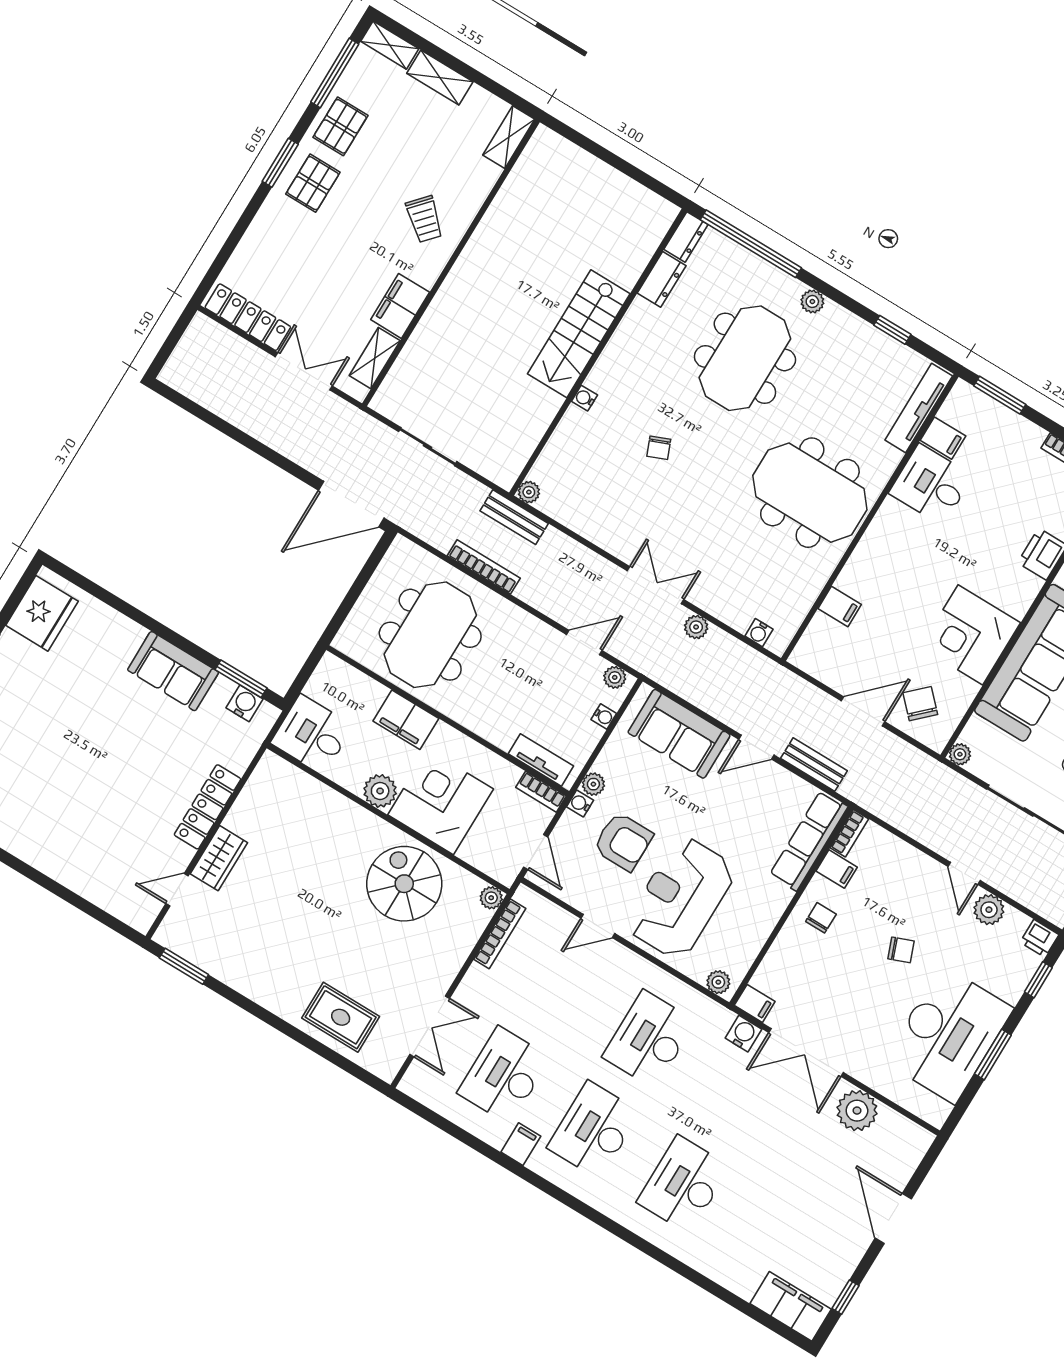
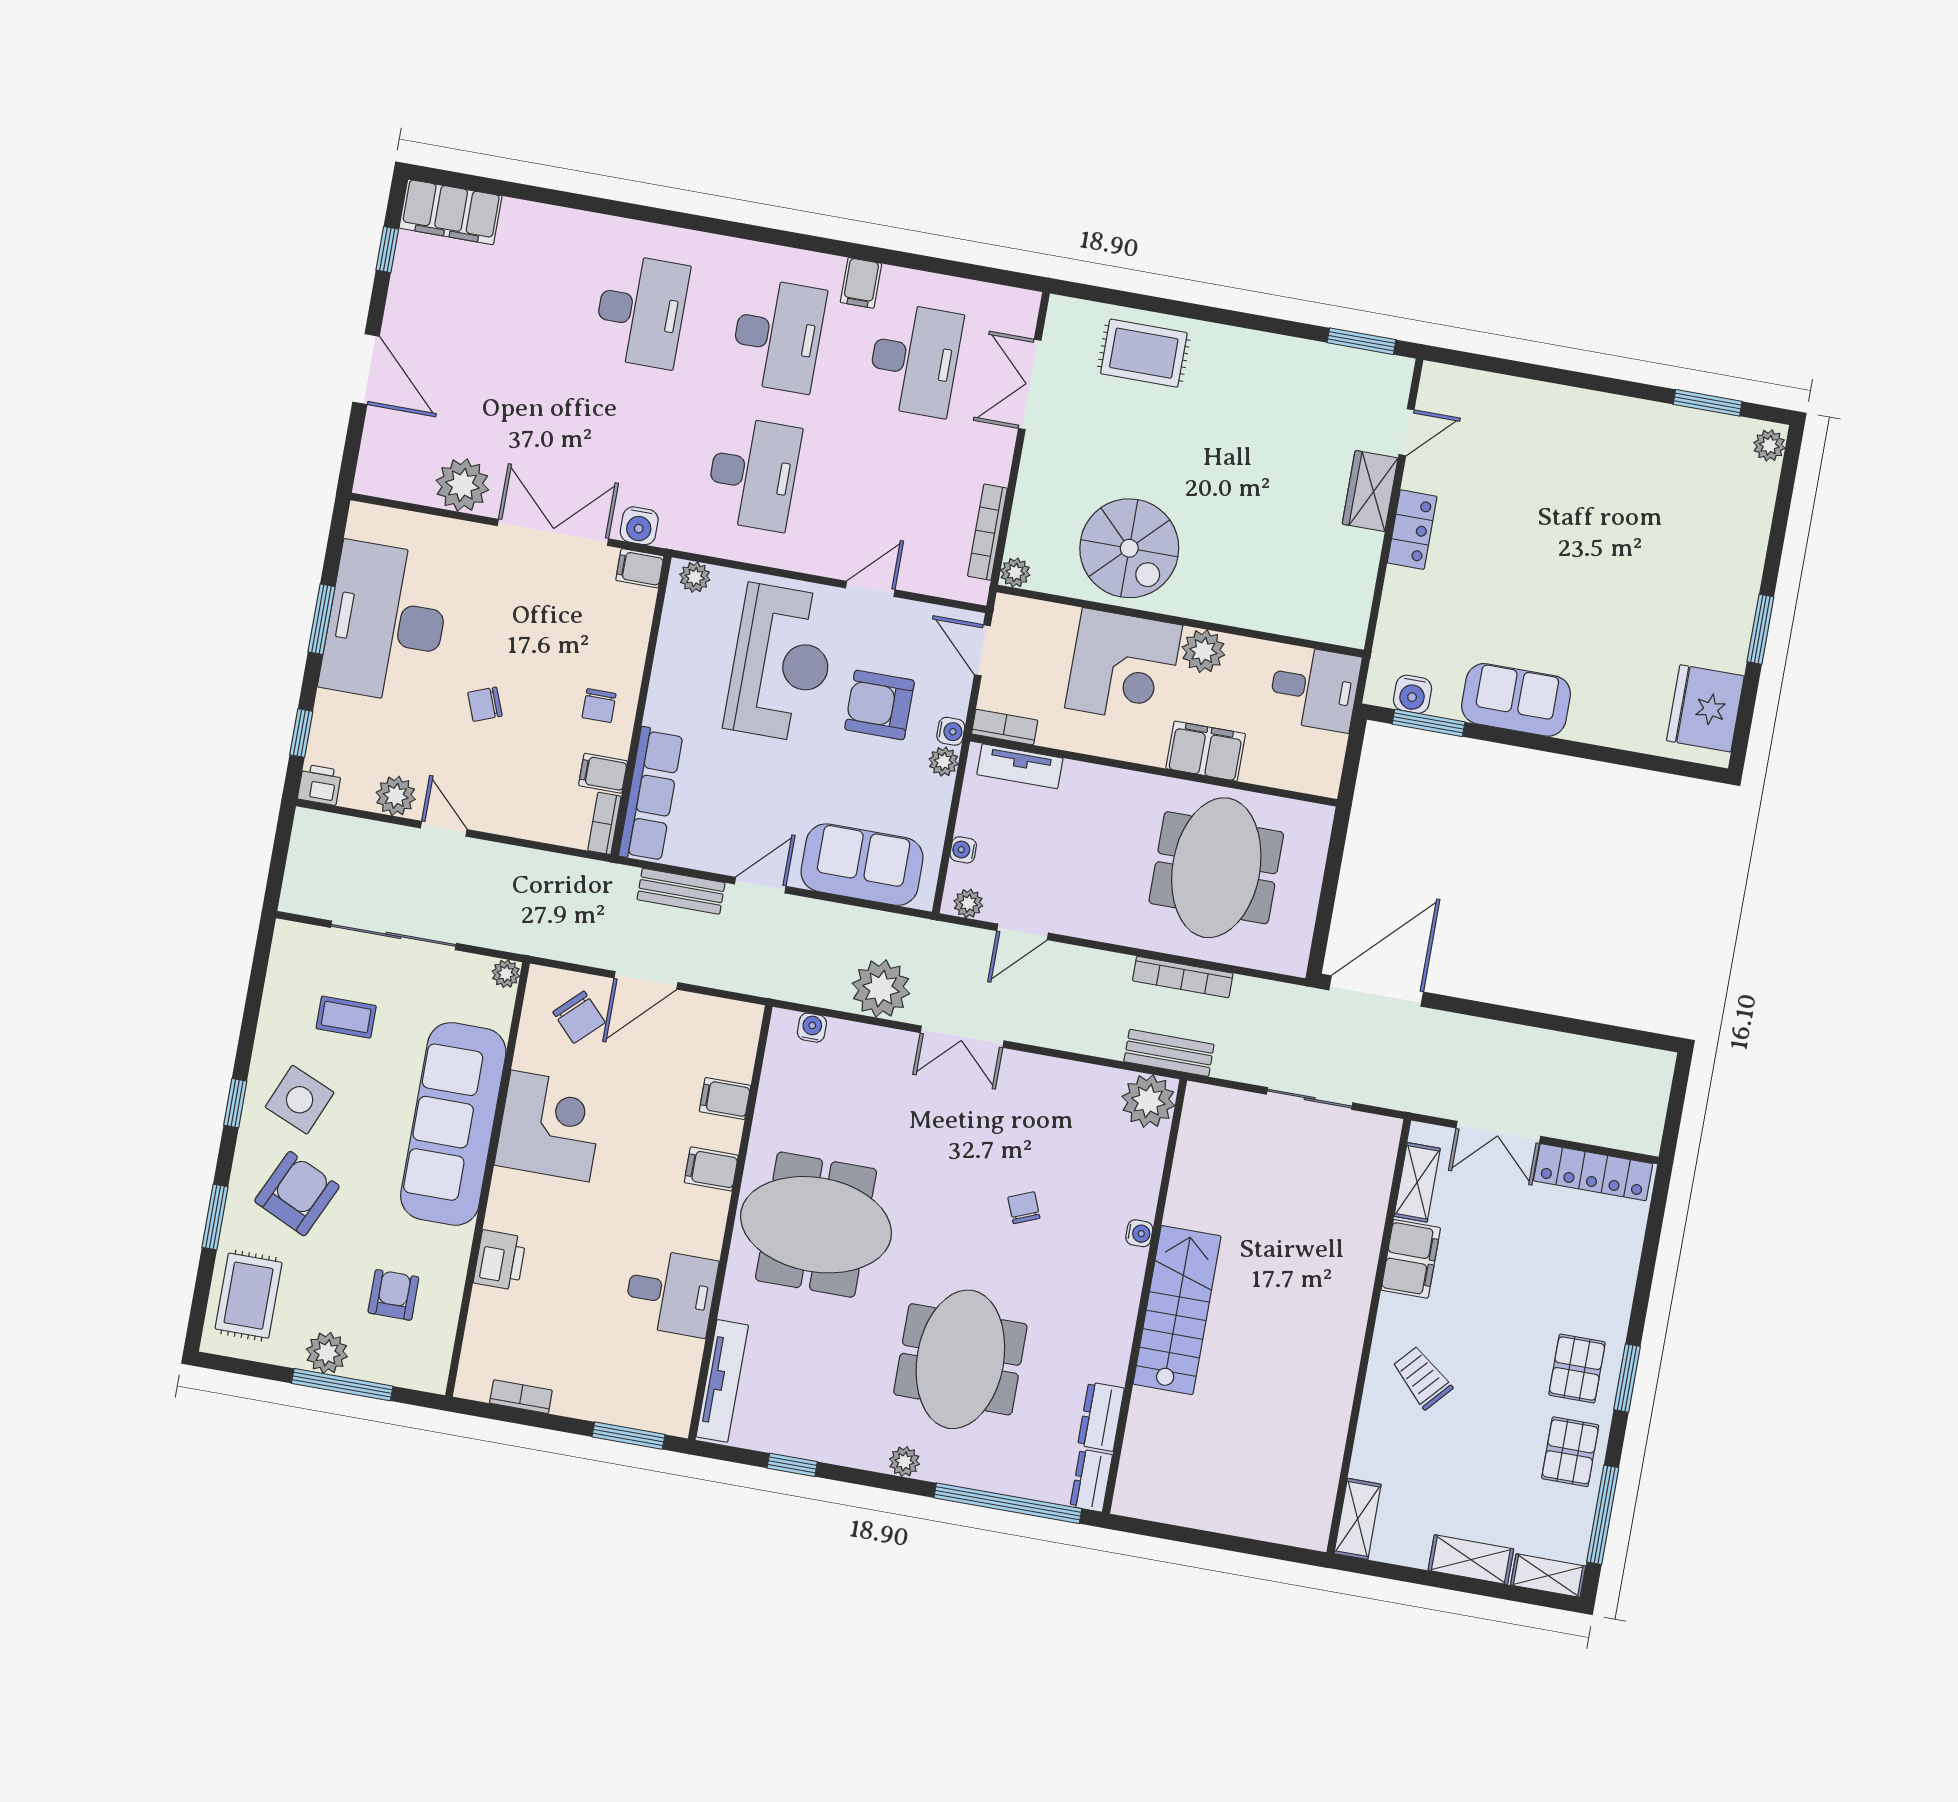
filing cabinet: (943, 438) -> (711, 1169), moved
plant: (529, 492) -> (1148, 1101), width x1.87, depth x1.87
plant: (696, 627) -> (881, 989), width x1.87, depth x1.87
locker: (207, 807) -> (1412, 530), width x0.66

